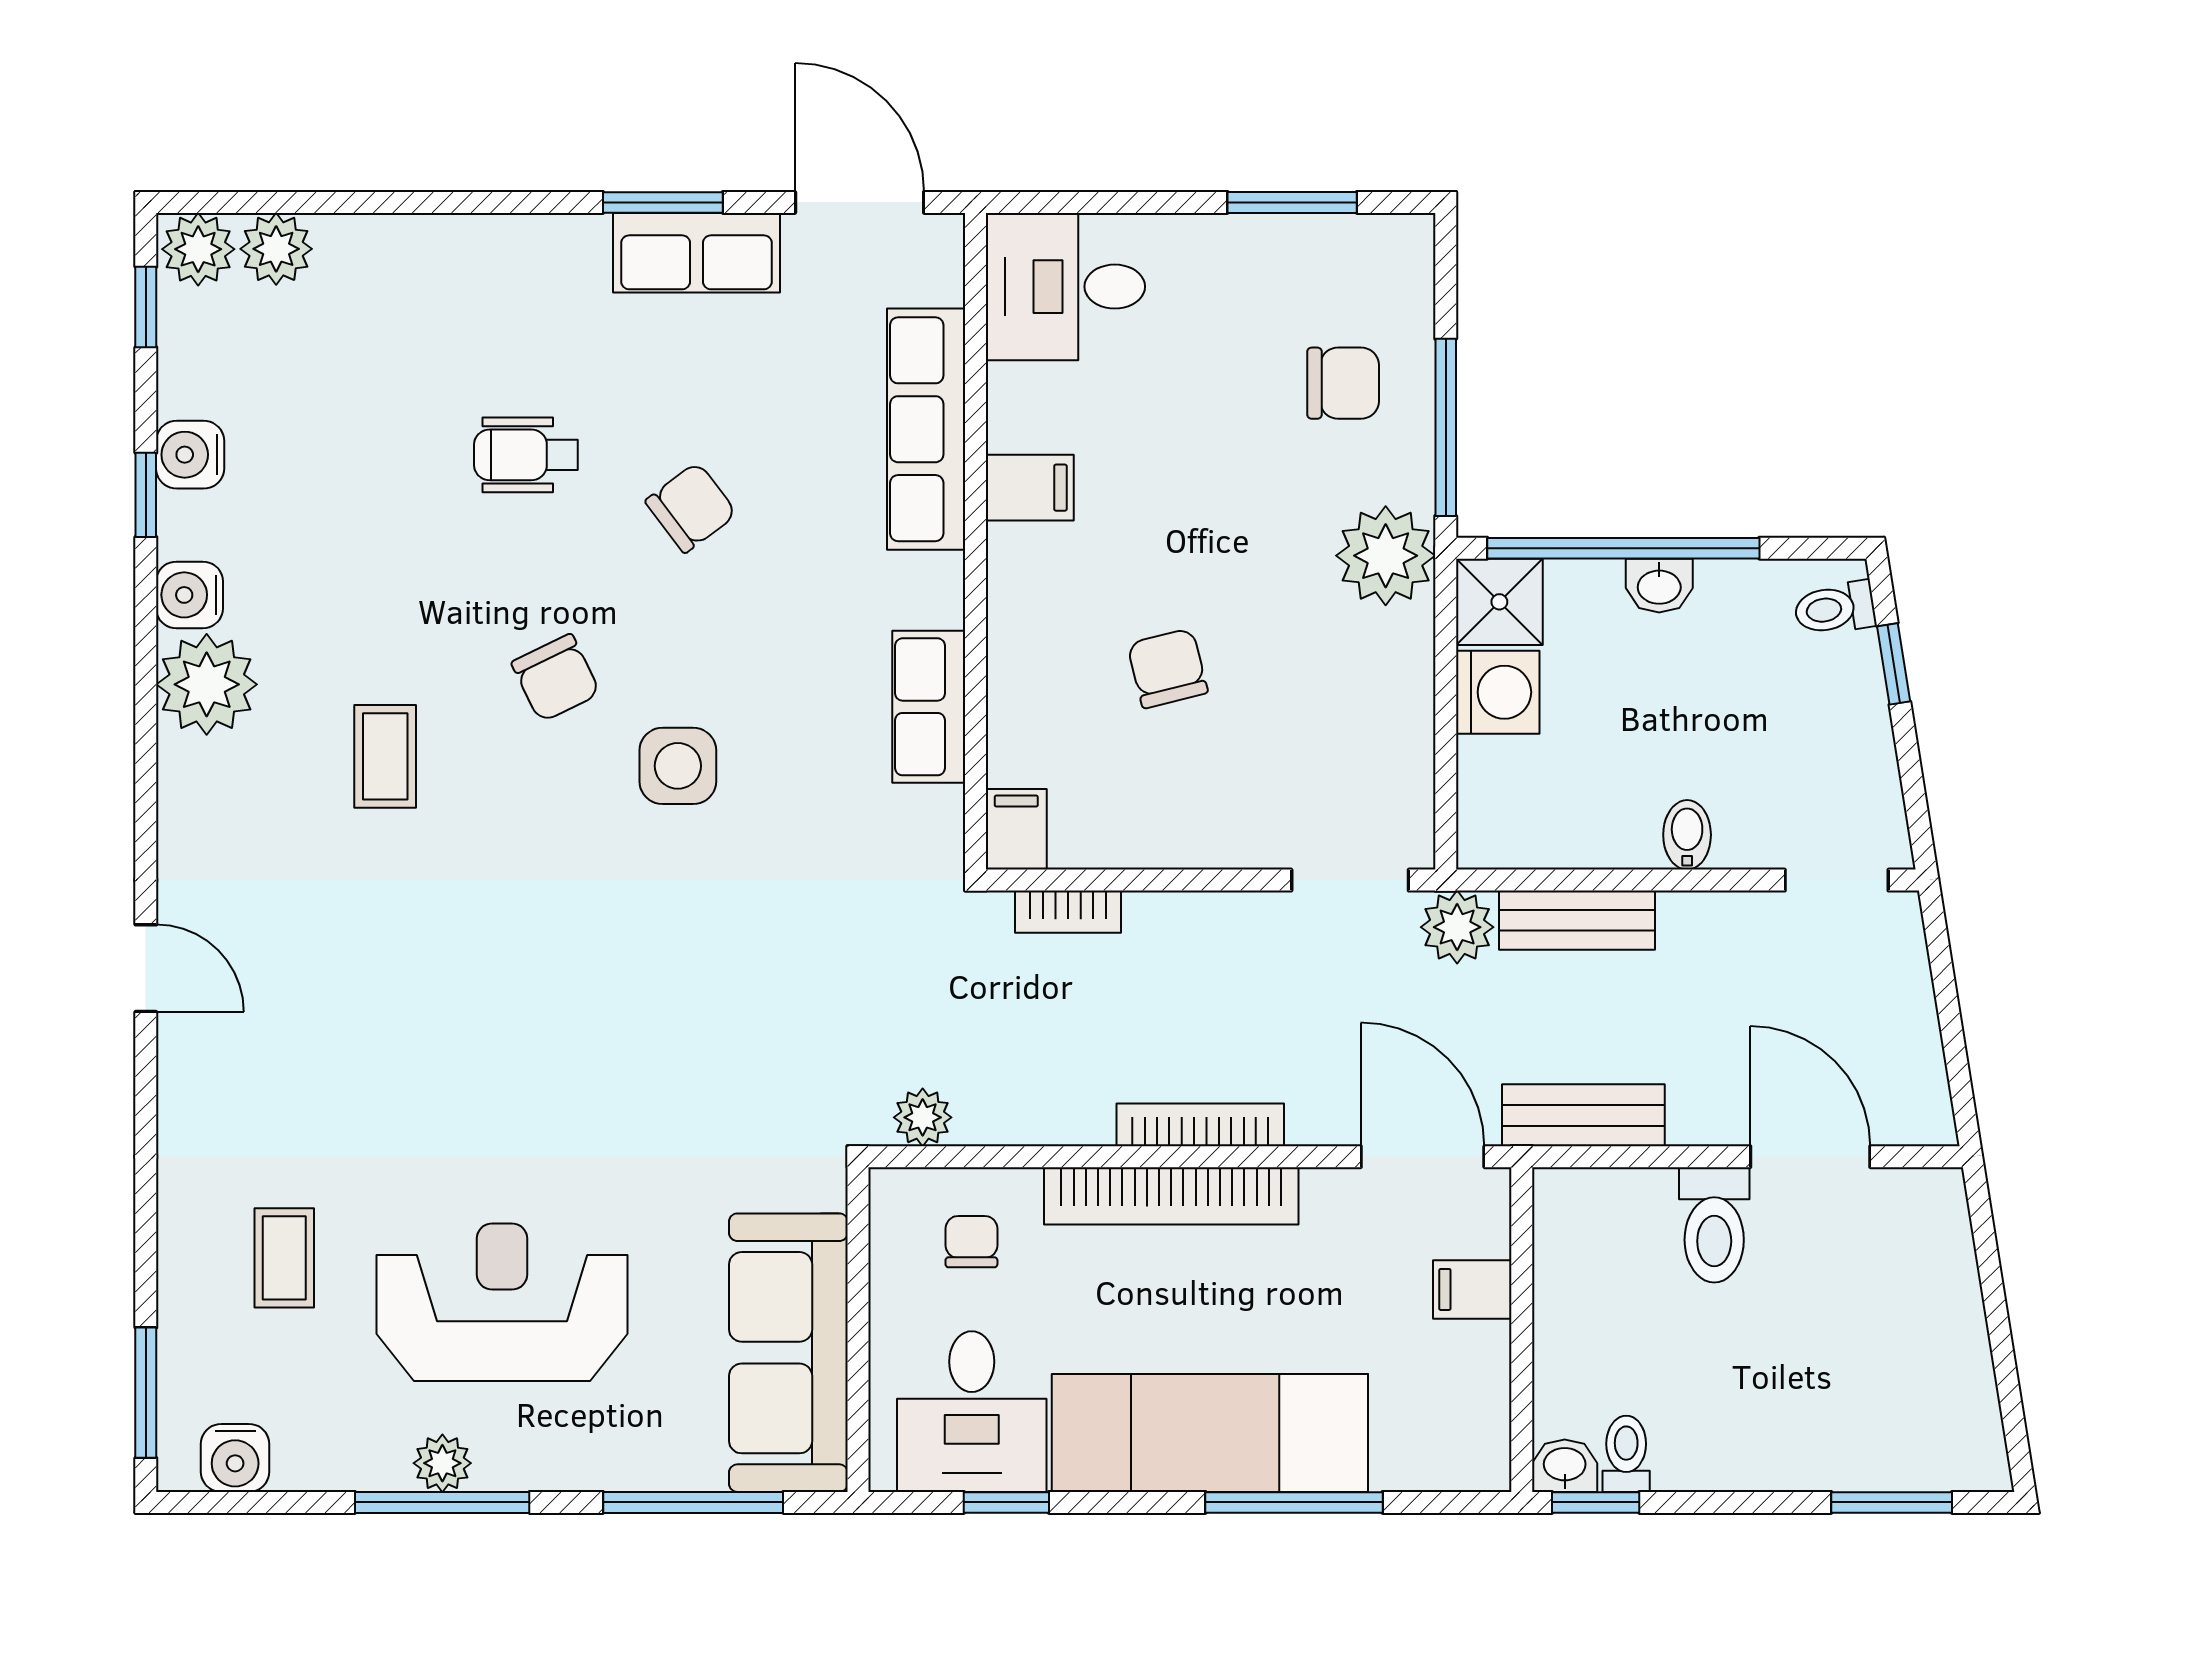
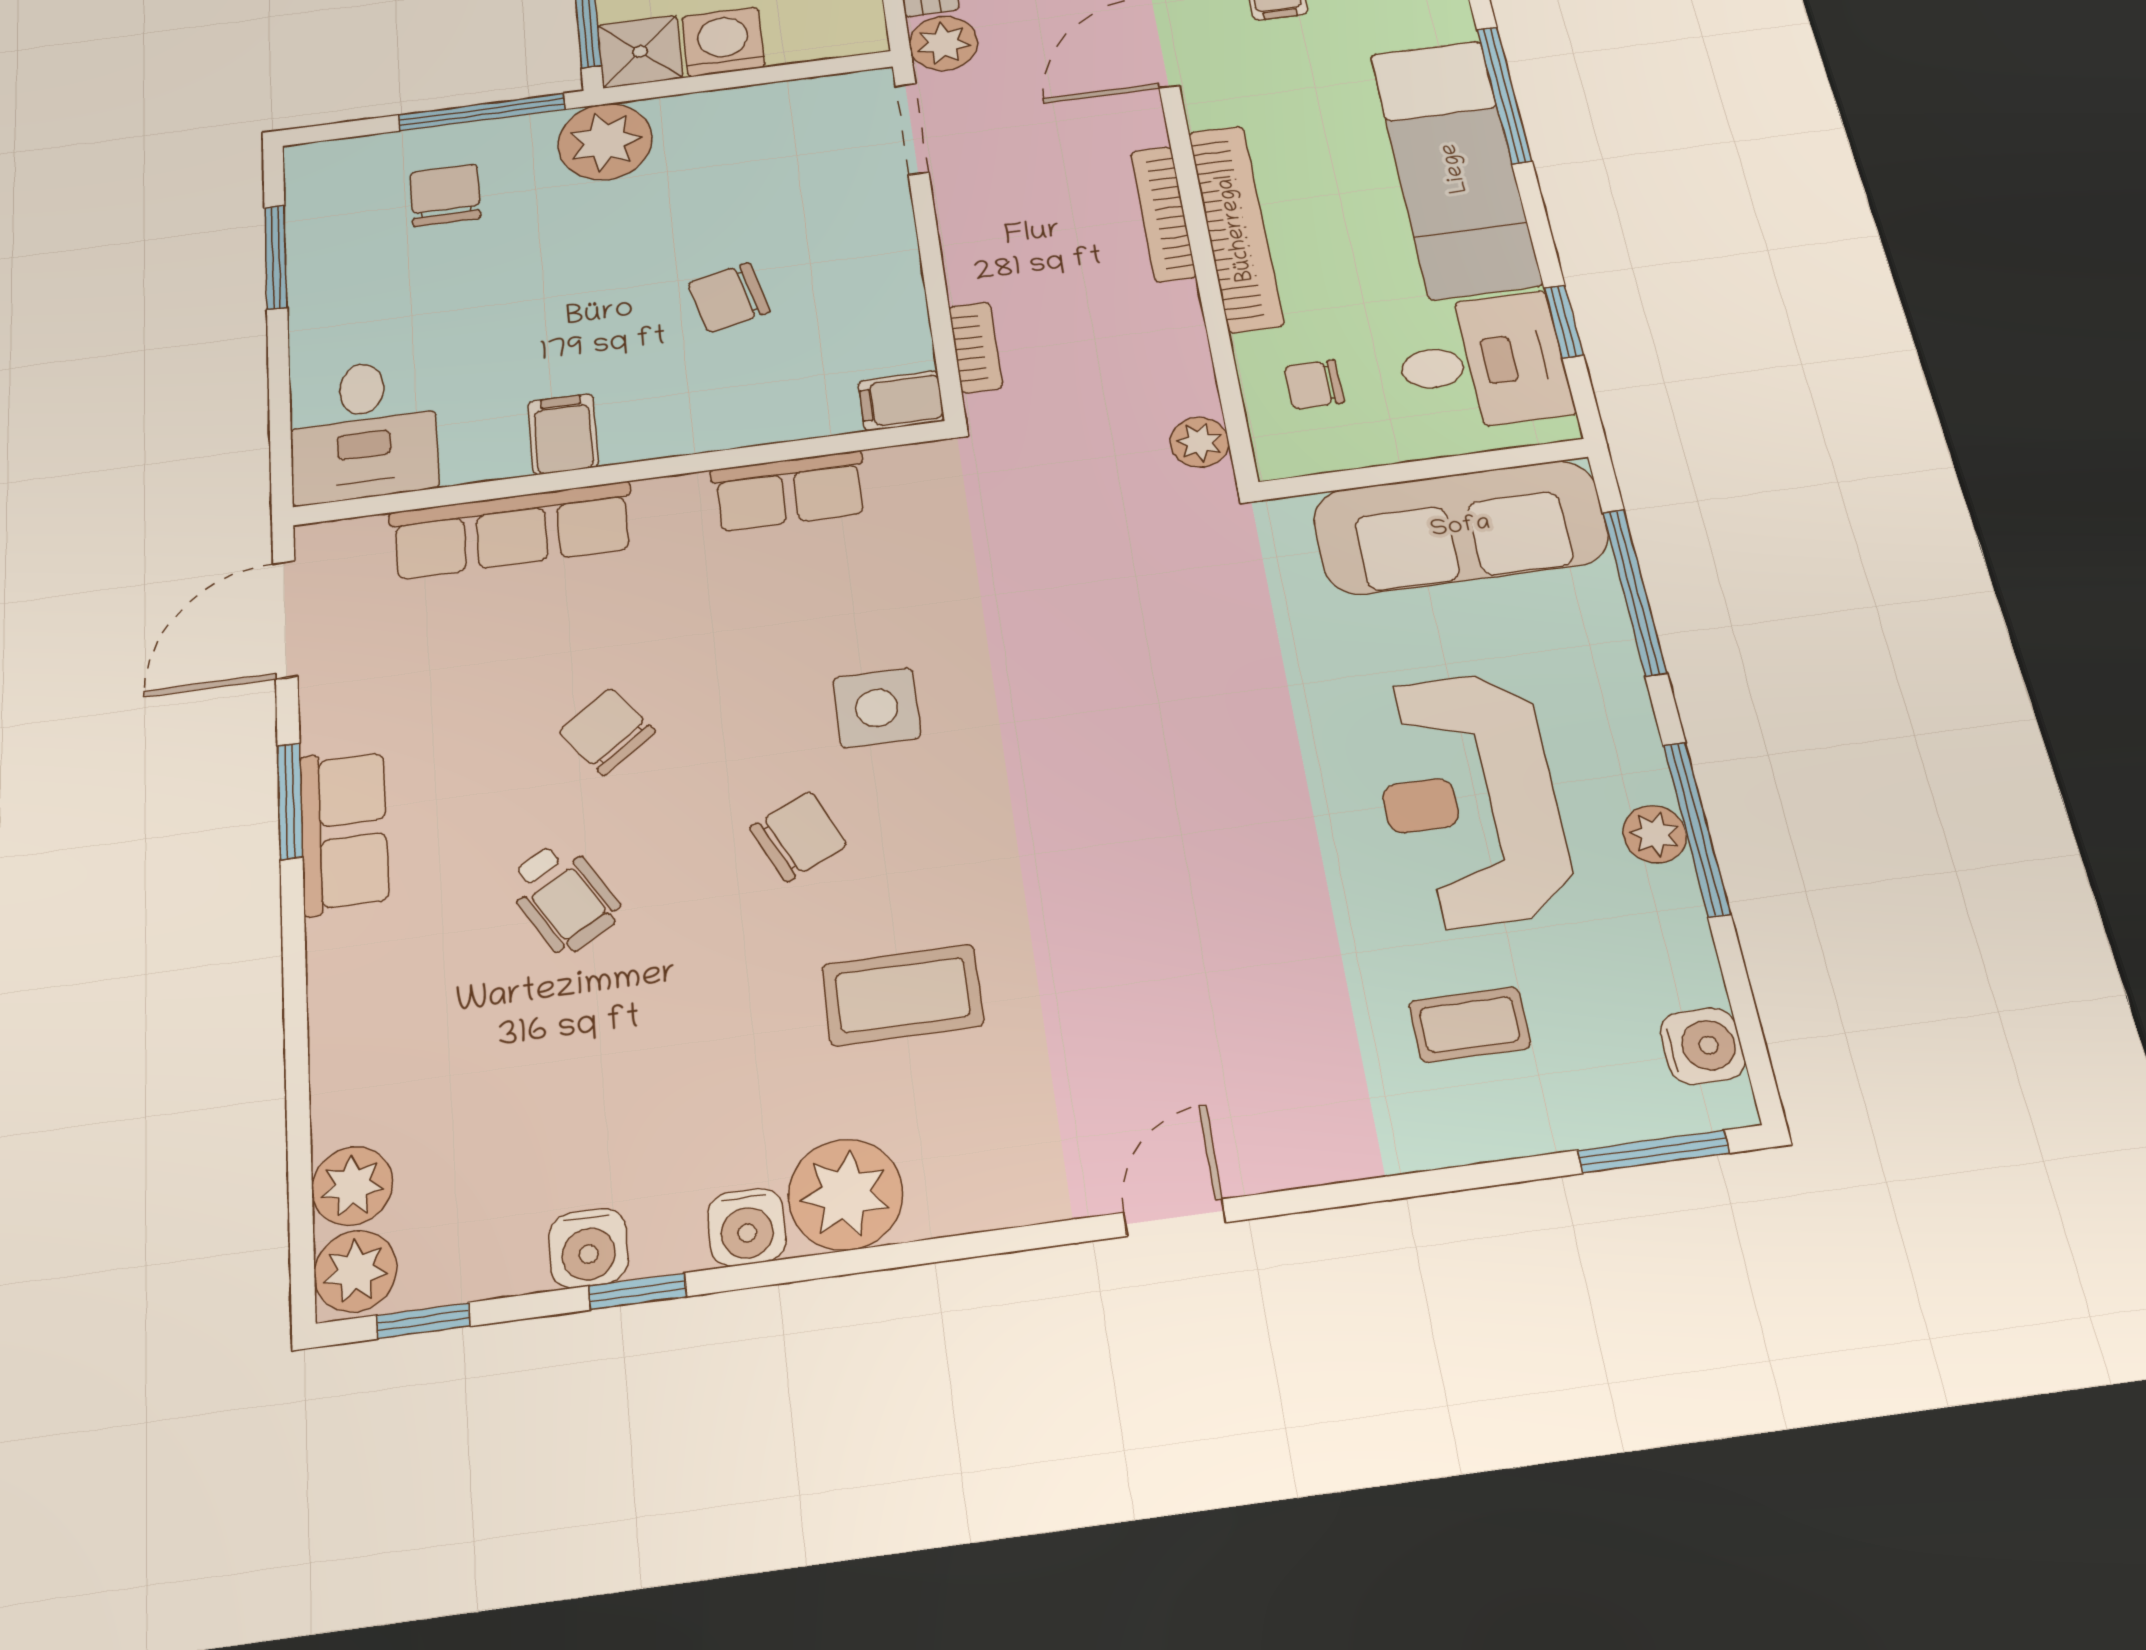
row of seats: (696, 253) -> (344, 831), moved
wheelchair: (526, 455) -> (564, 897), turned -31
coffee table: (385, 756) -> (903, 995), width x1.36, depth x1.30

